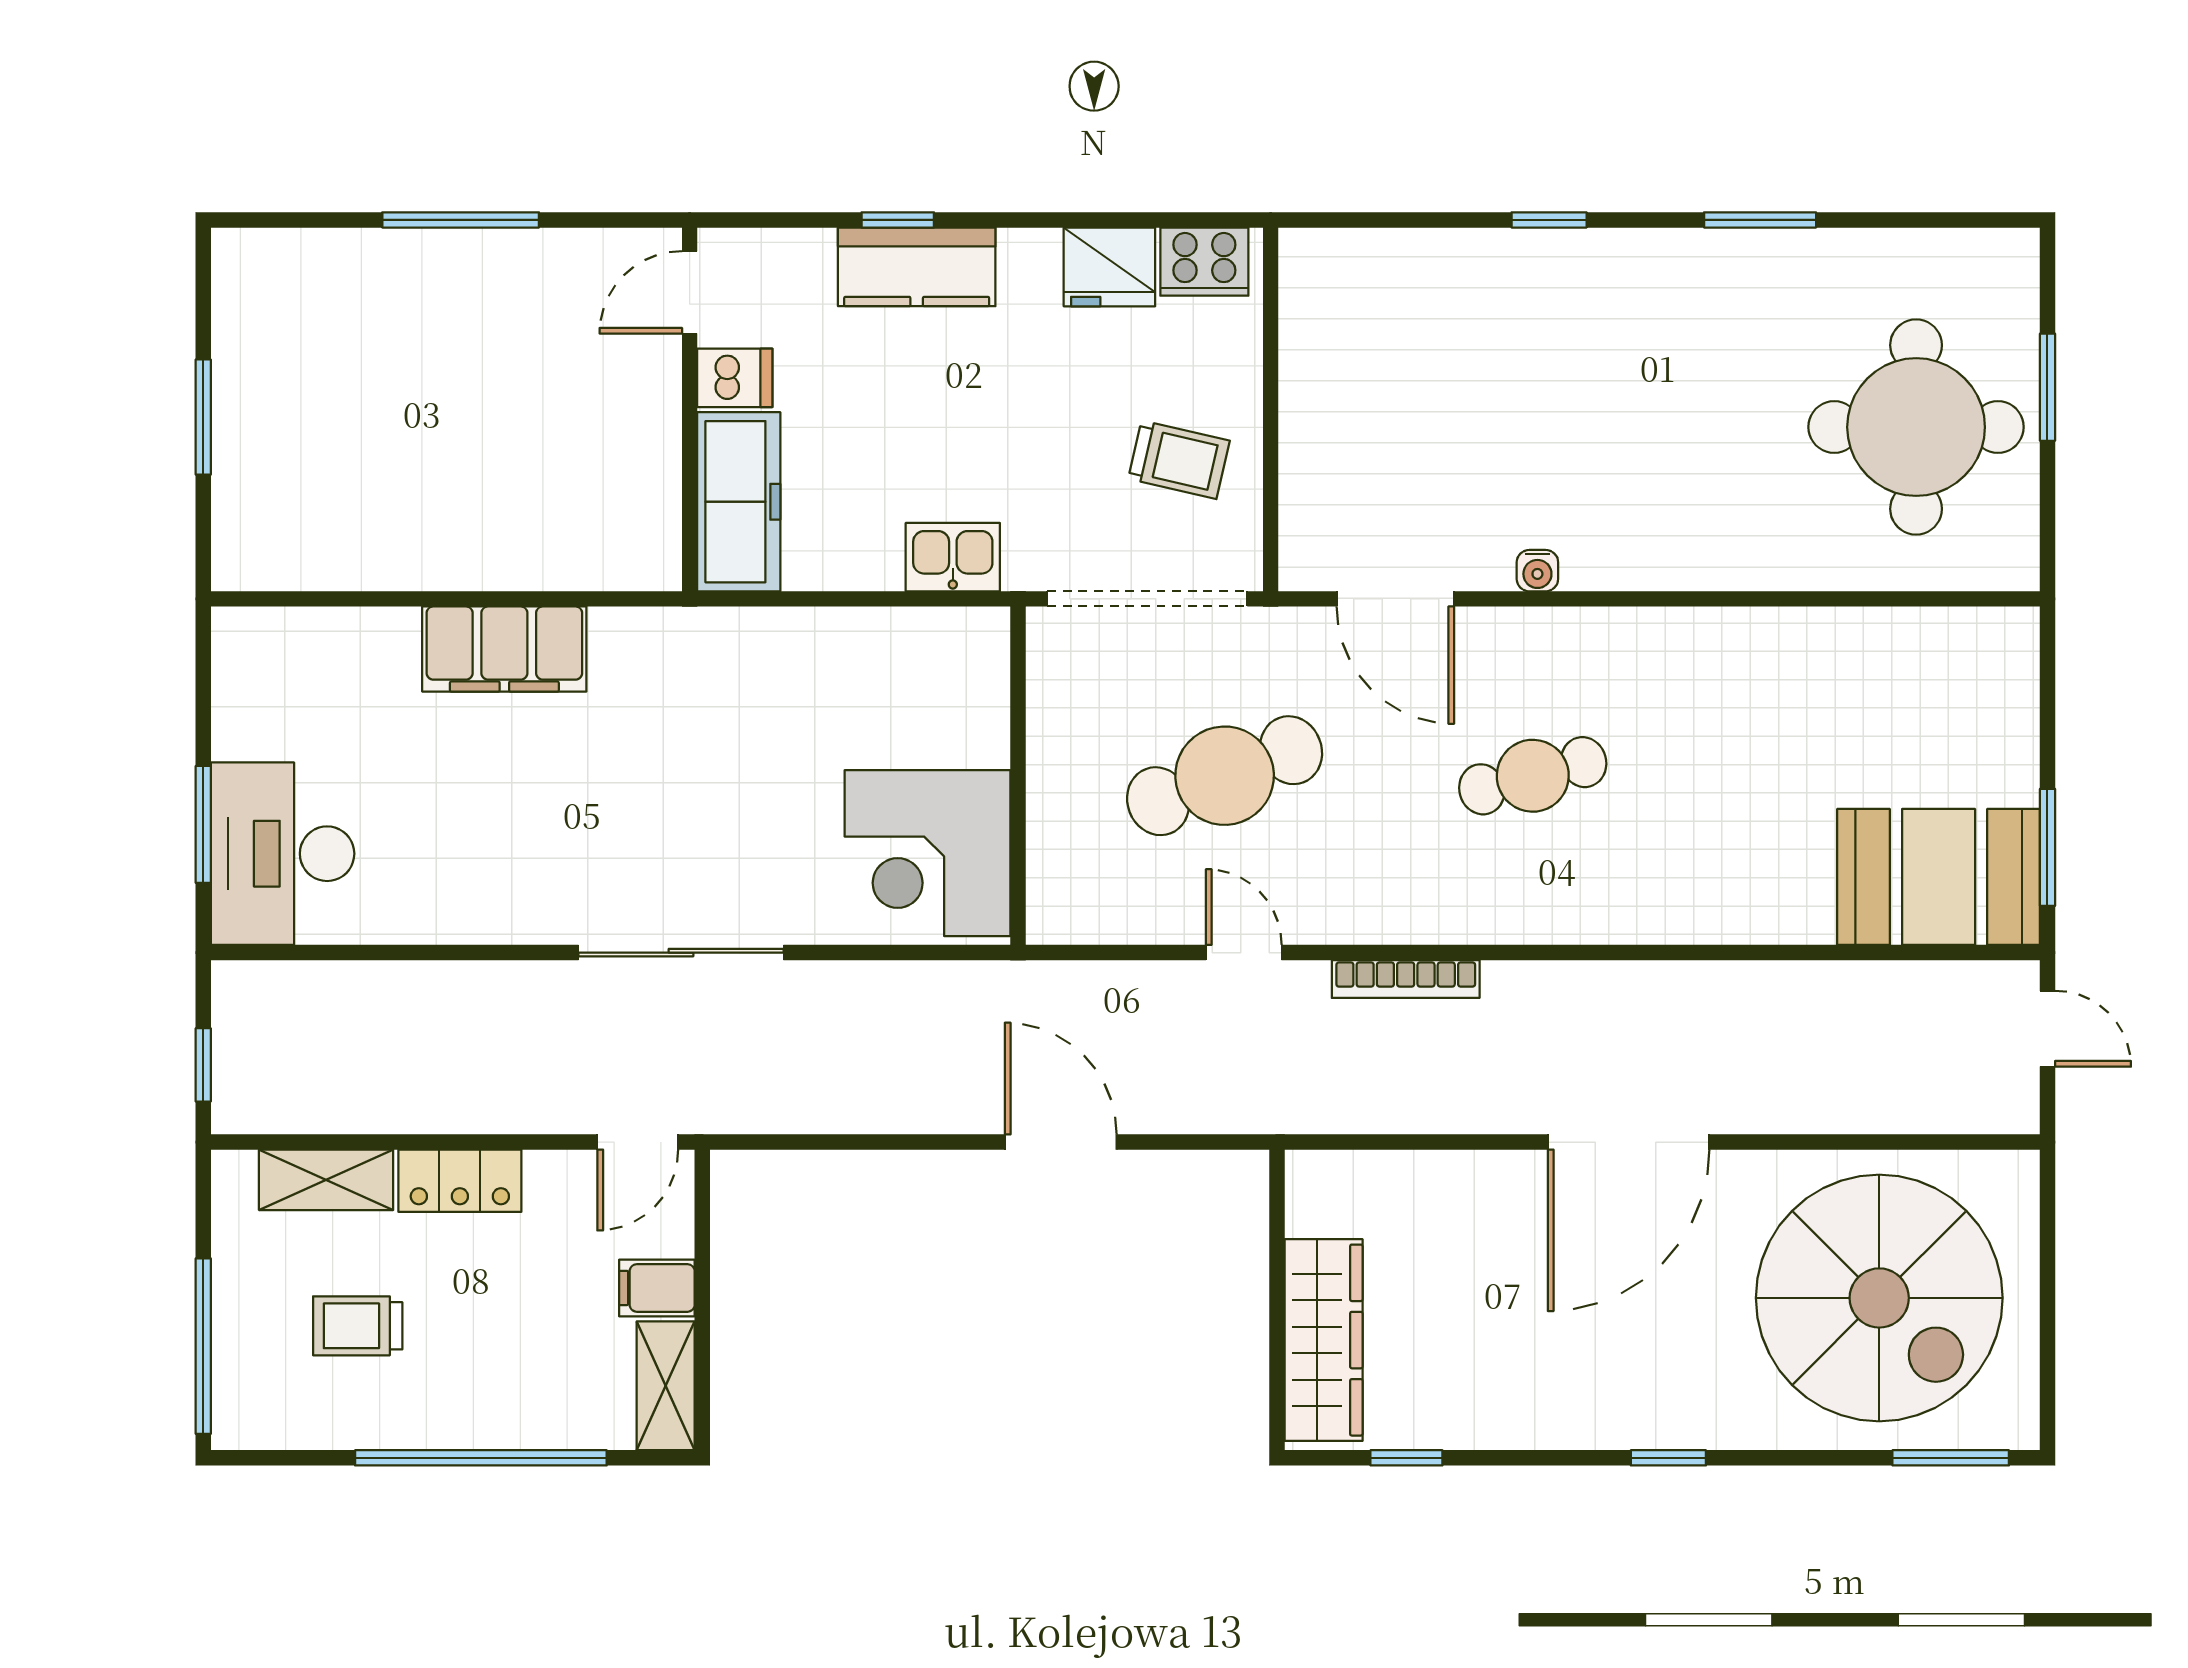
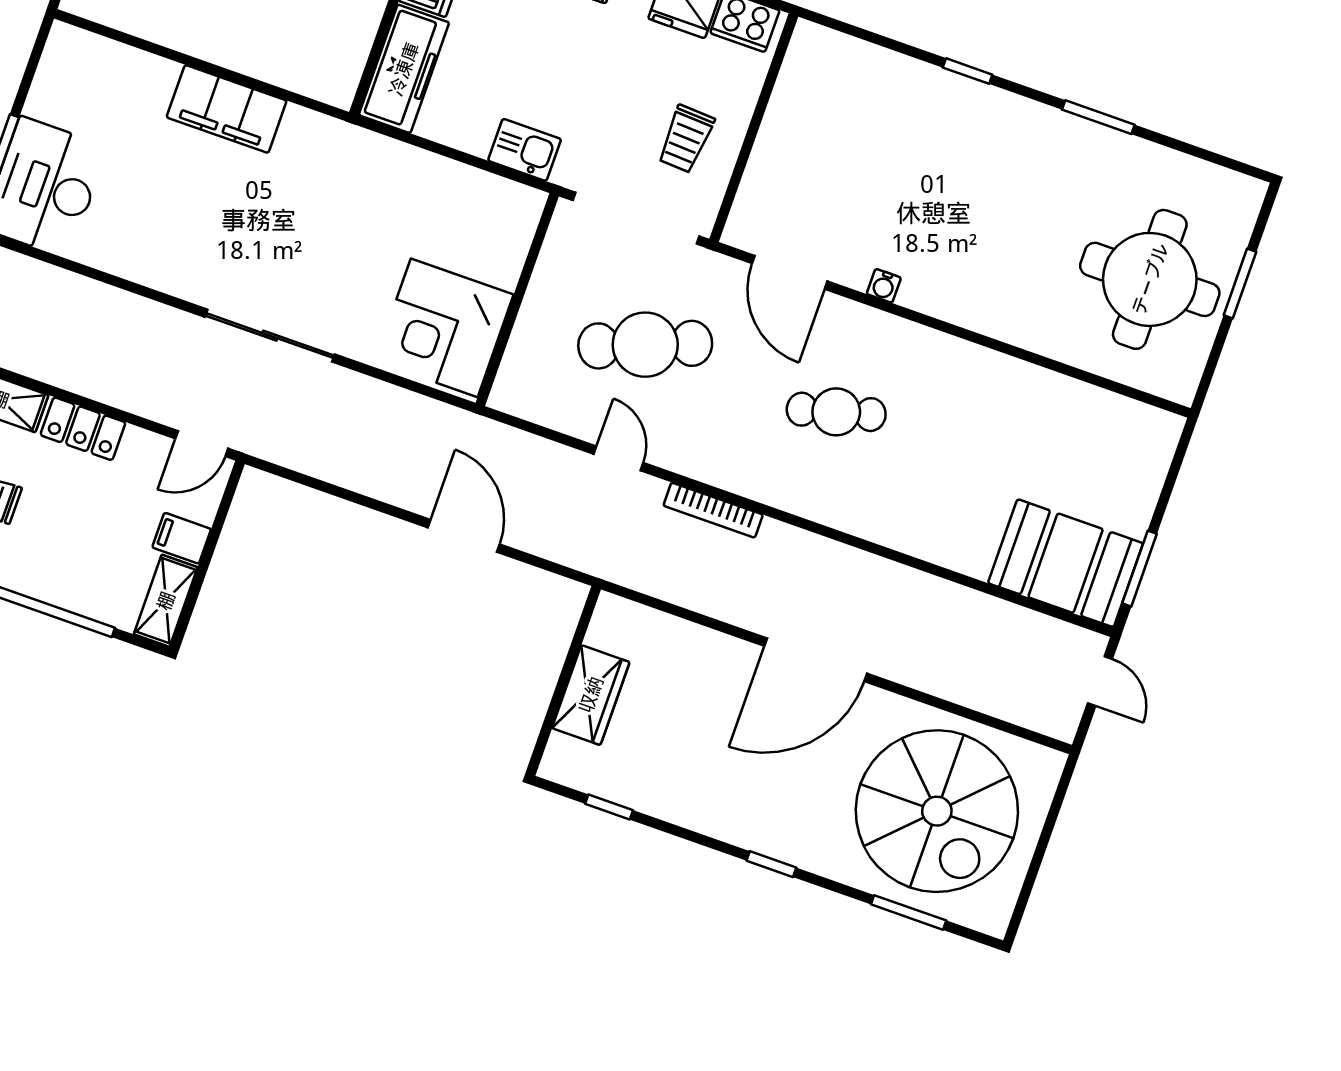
trolley: (1179, 460) -> (686, 139), turned 80
wardrobe: (1324, 1340) -> (591, 695), width x0.67
window: (1951, 1458) -> (909, 912), moved

